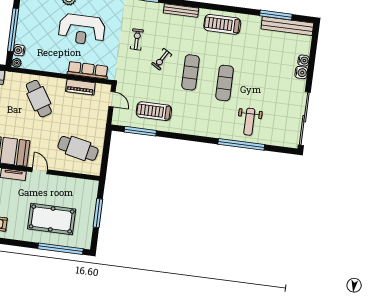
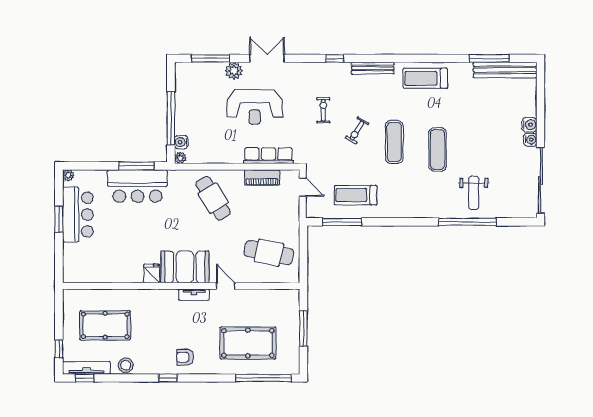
water cooler: (304, 60) -> (530, 140), moved

